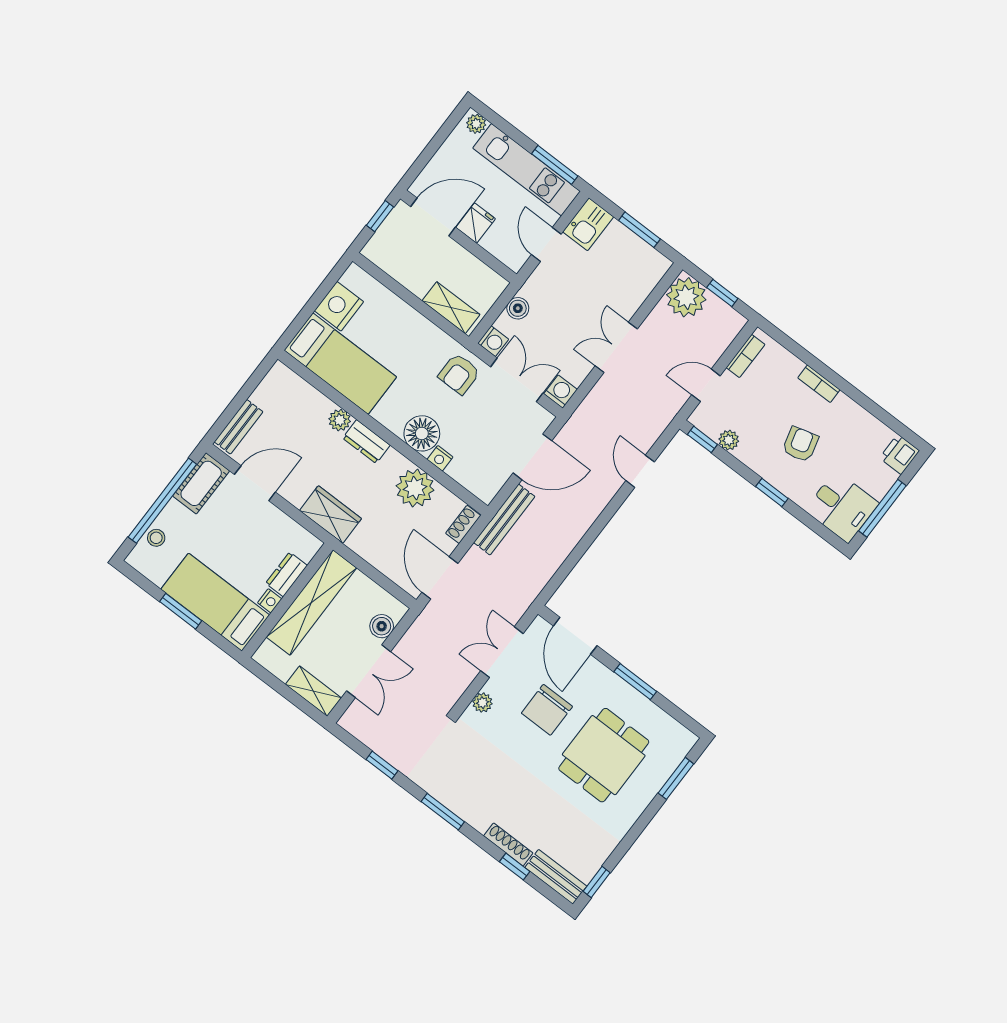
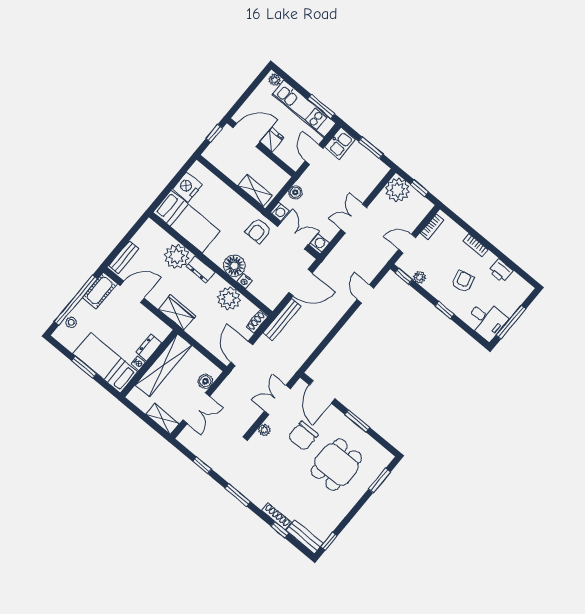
plant: (340, 420) -> (177, 256), width x1.87, depth x1.87
printer: (899, 454) -> (501, 271), moved, turned -90

